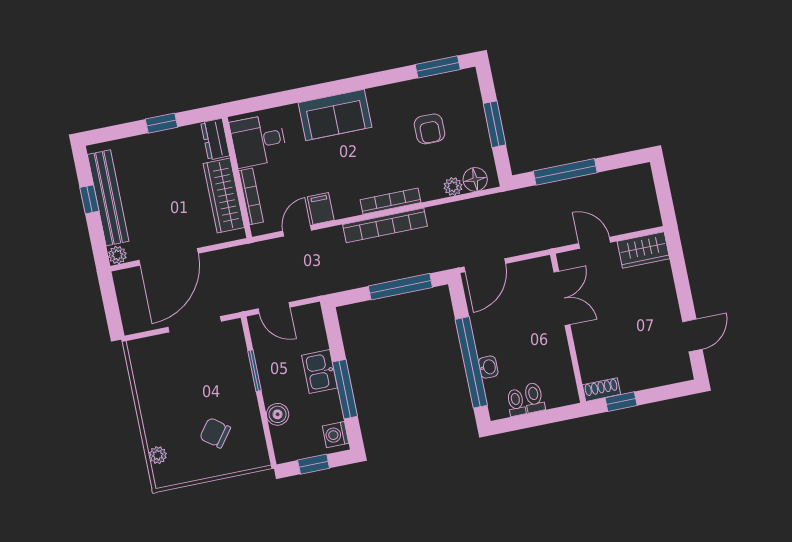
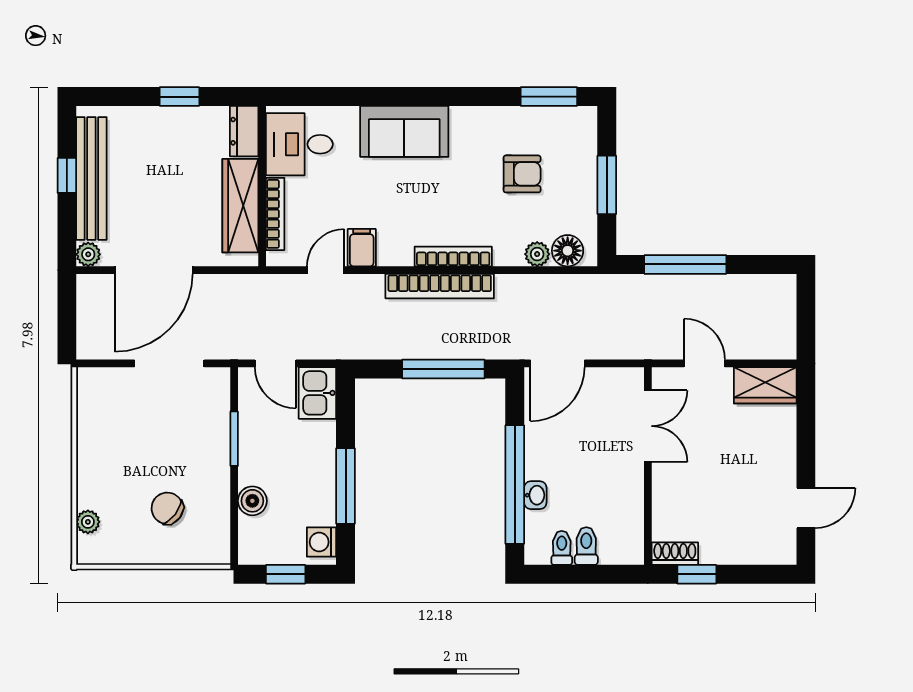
armchair: (429, 129) -> (522, 174), turned -90
kitchen sink: (320, 372) -> (317, 393), moved

